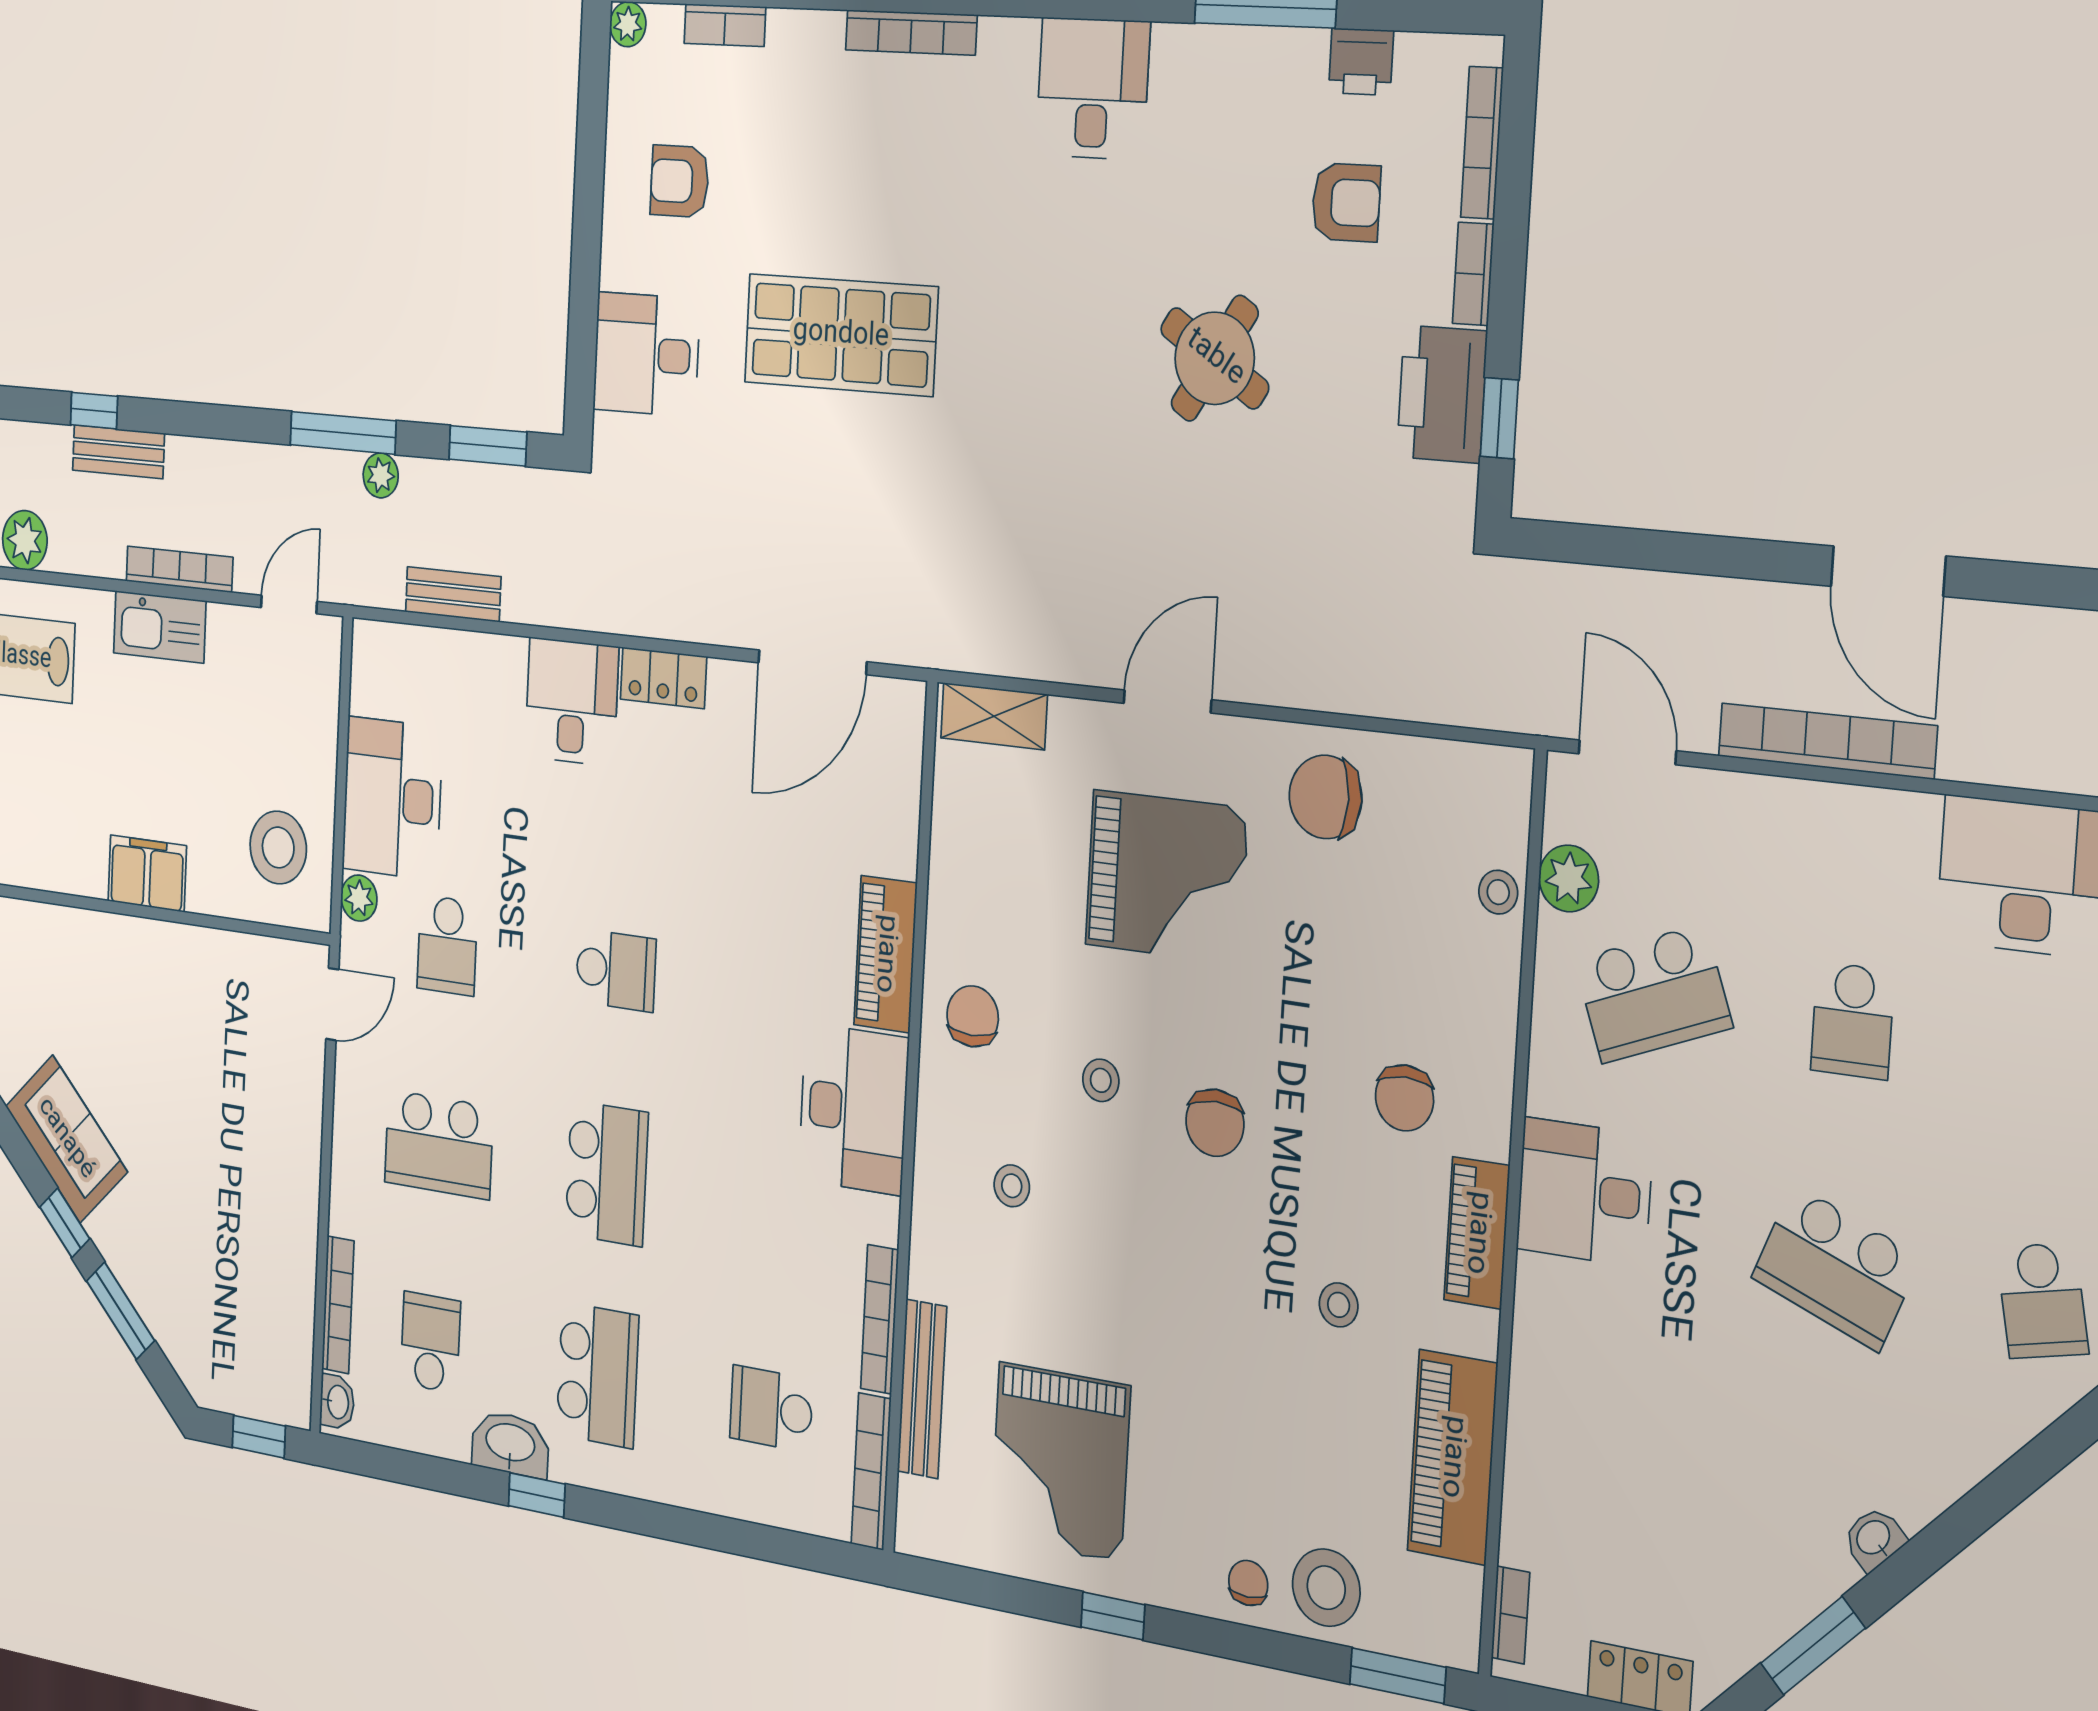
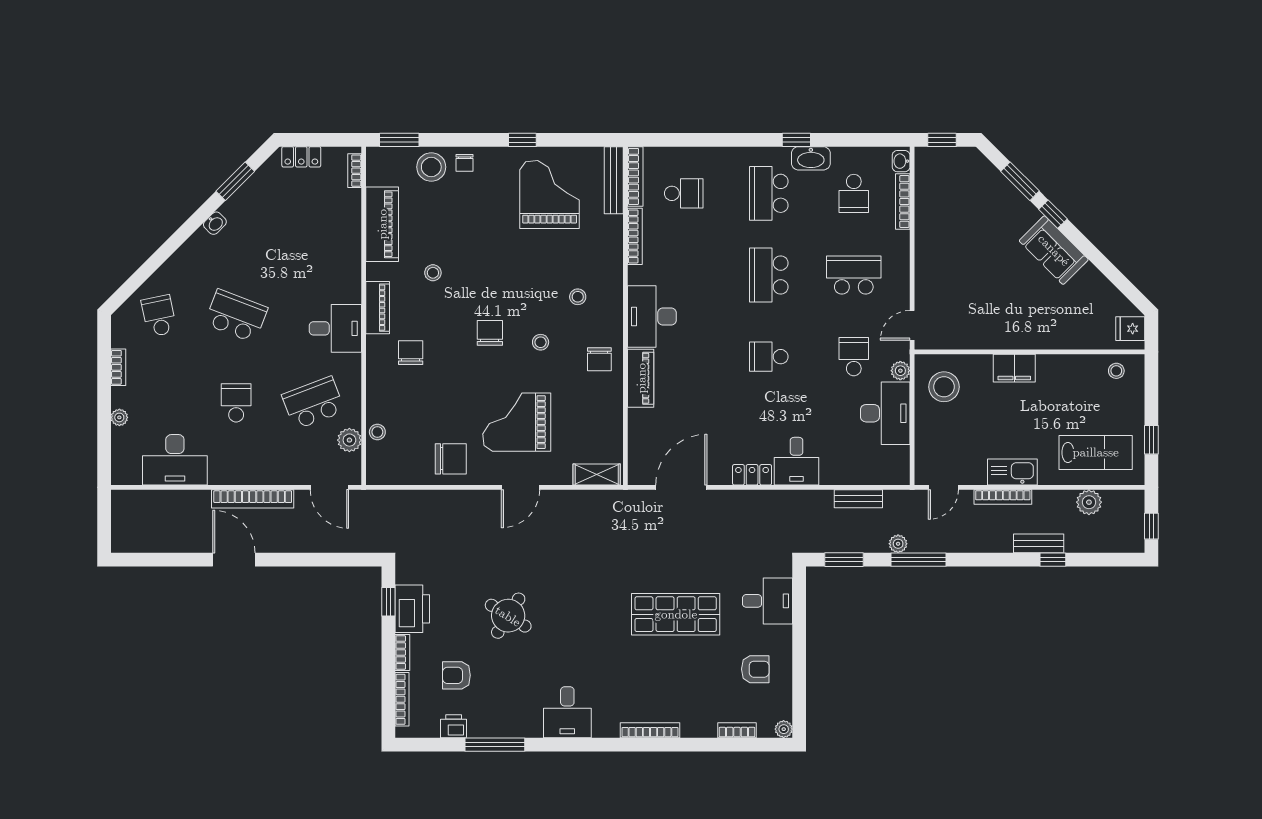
bench: (922, 1389) -> (614, 180), moved

